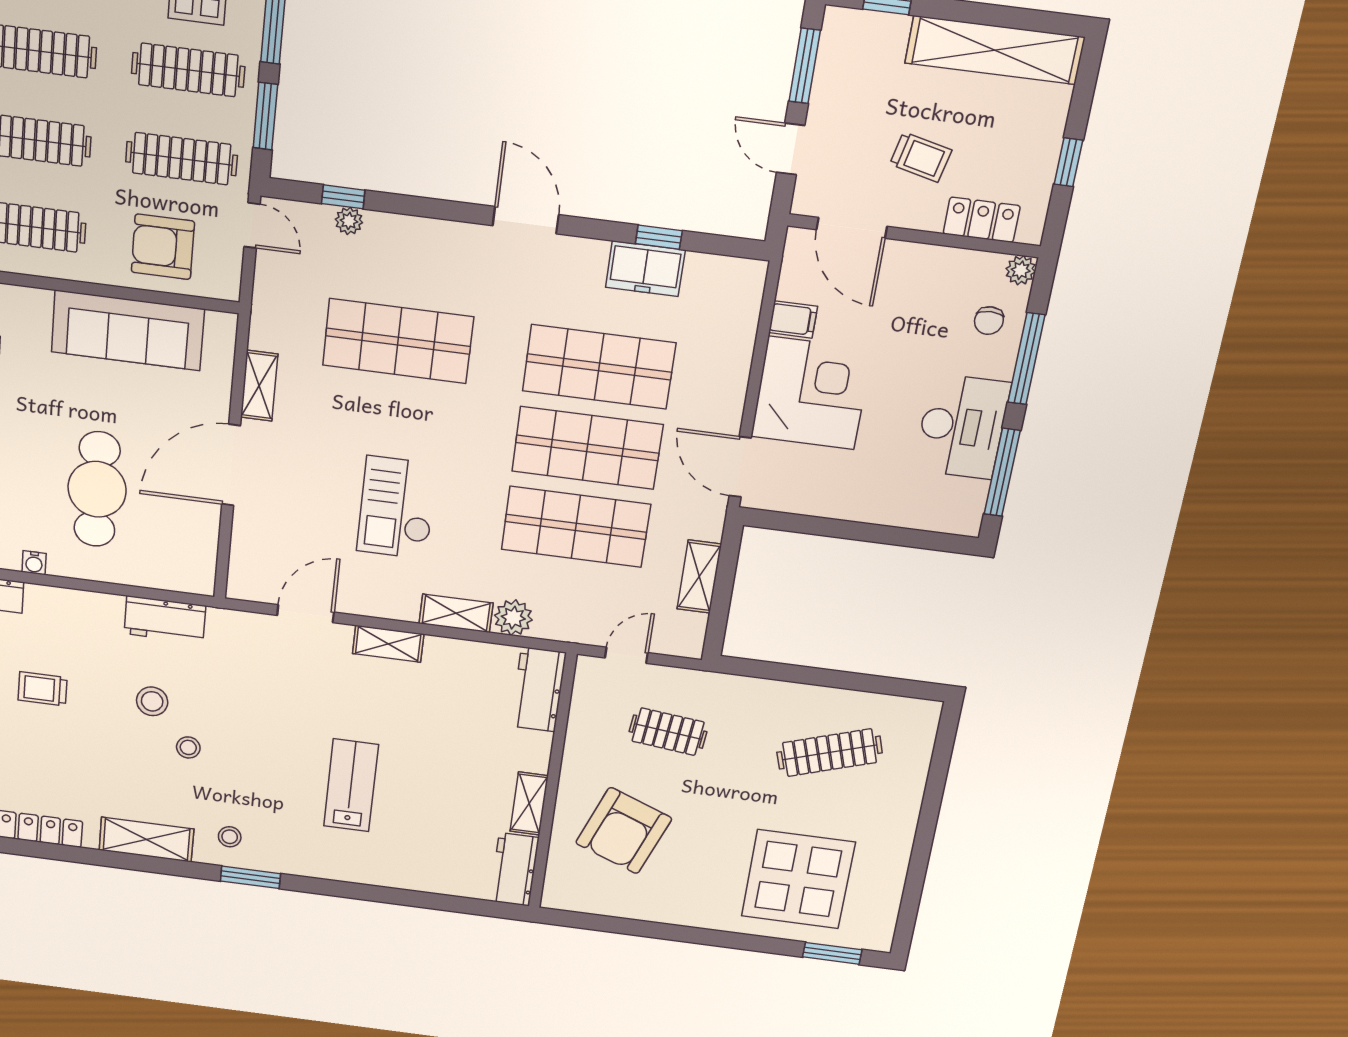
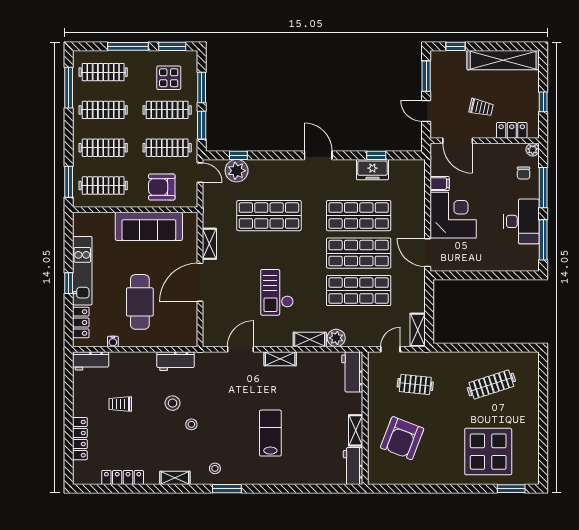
plant: (349, 221) -> (237, 171), width x1.88, depth x1.88
shelving: (699, 577) -> (418, 330), moved
shelving: (146, 840) -> (175, 478), width x0.67, depth x0.75

